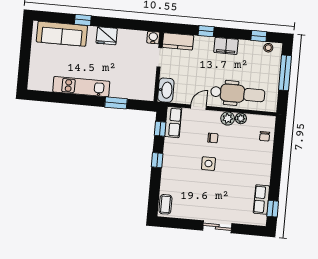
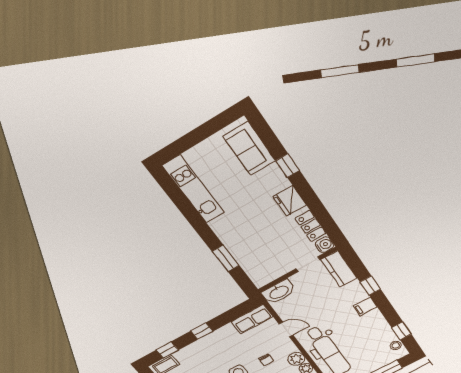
sofa: (62, 34) -> (249, 149), width x0.73
locker: (133, 36) -> (311, 226), added
filing cabinet: (226, 46) -> (365, 307), width x0.50
kitchen unit: (81, 87) -> (193, 189), moved
window: (160, 129) -> (167, 350), moved

